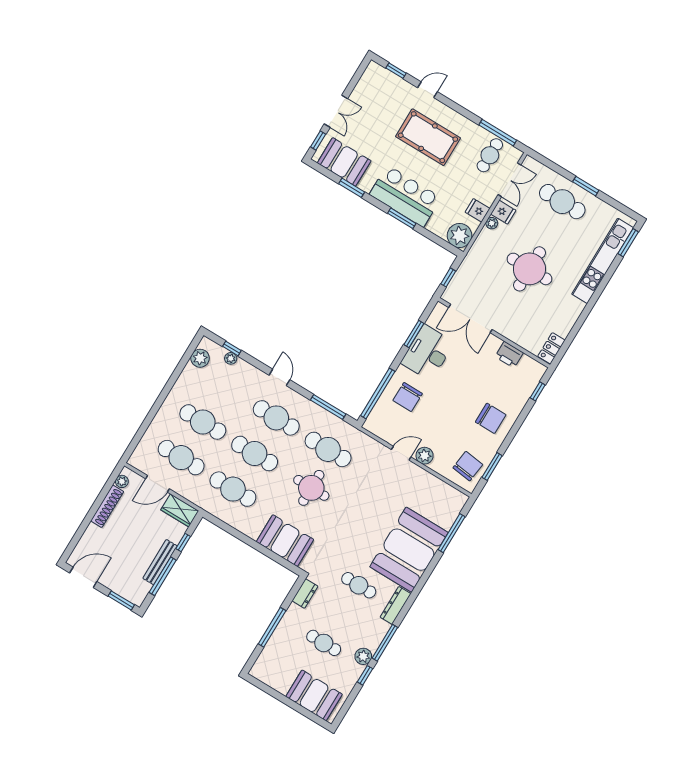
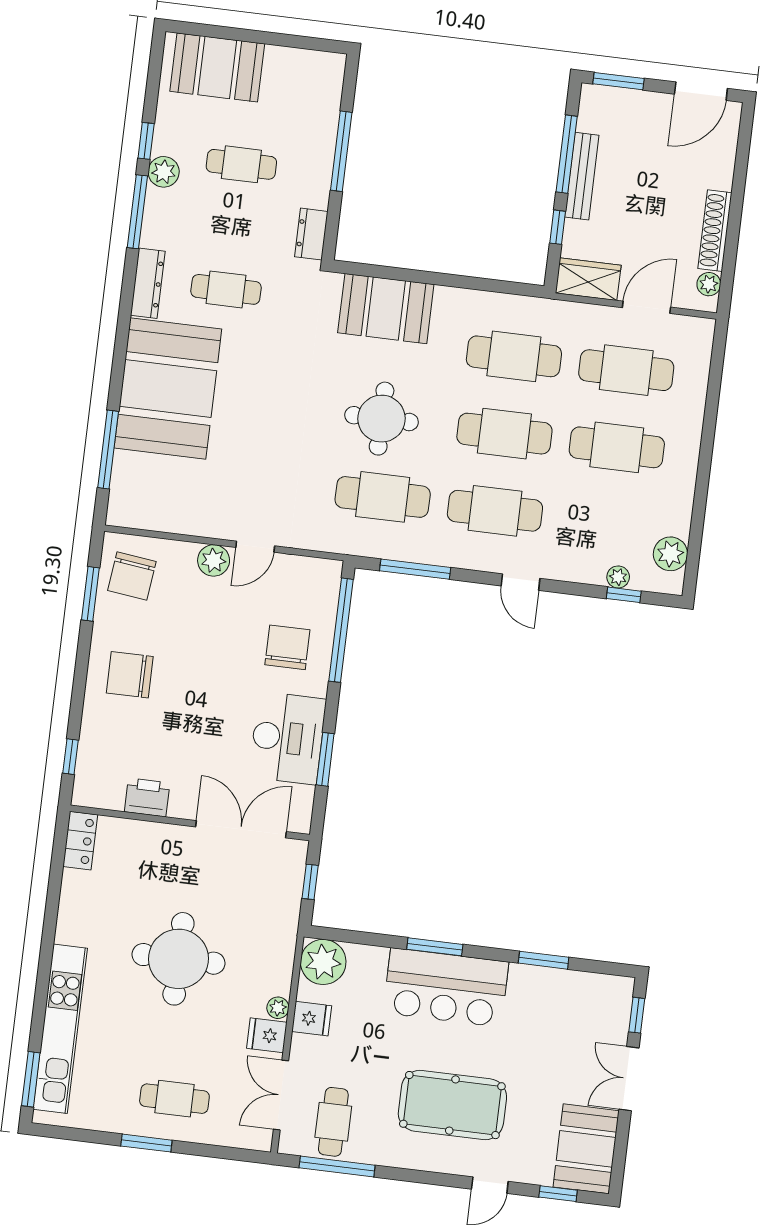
booth: (344, 162) -> (586, 1149), moved, turned 90
cafe table: (562, 202) -> (174, 1099), width x0.73, depth x0.74

